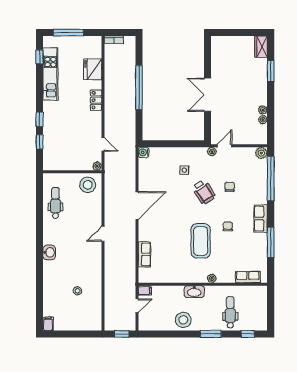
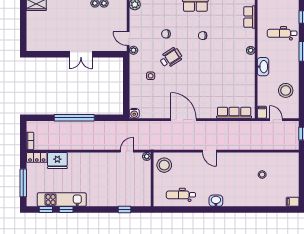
double door: (208, 95) -> (81, 54), width x0.73
locker: (96, 100) -> (37, 157), moved
window: (40, 119) -> (66, 210), moved
coffee table: (201, 241) -> (216, 61), removed
washbasin: (49, 252) -> (216, 201), moved
row of seats: (144, 254) -> (234, 113), width x1.48
stool: (183, 320) -> (286, 90), moved

